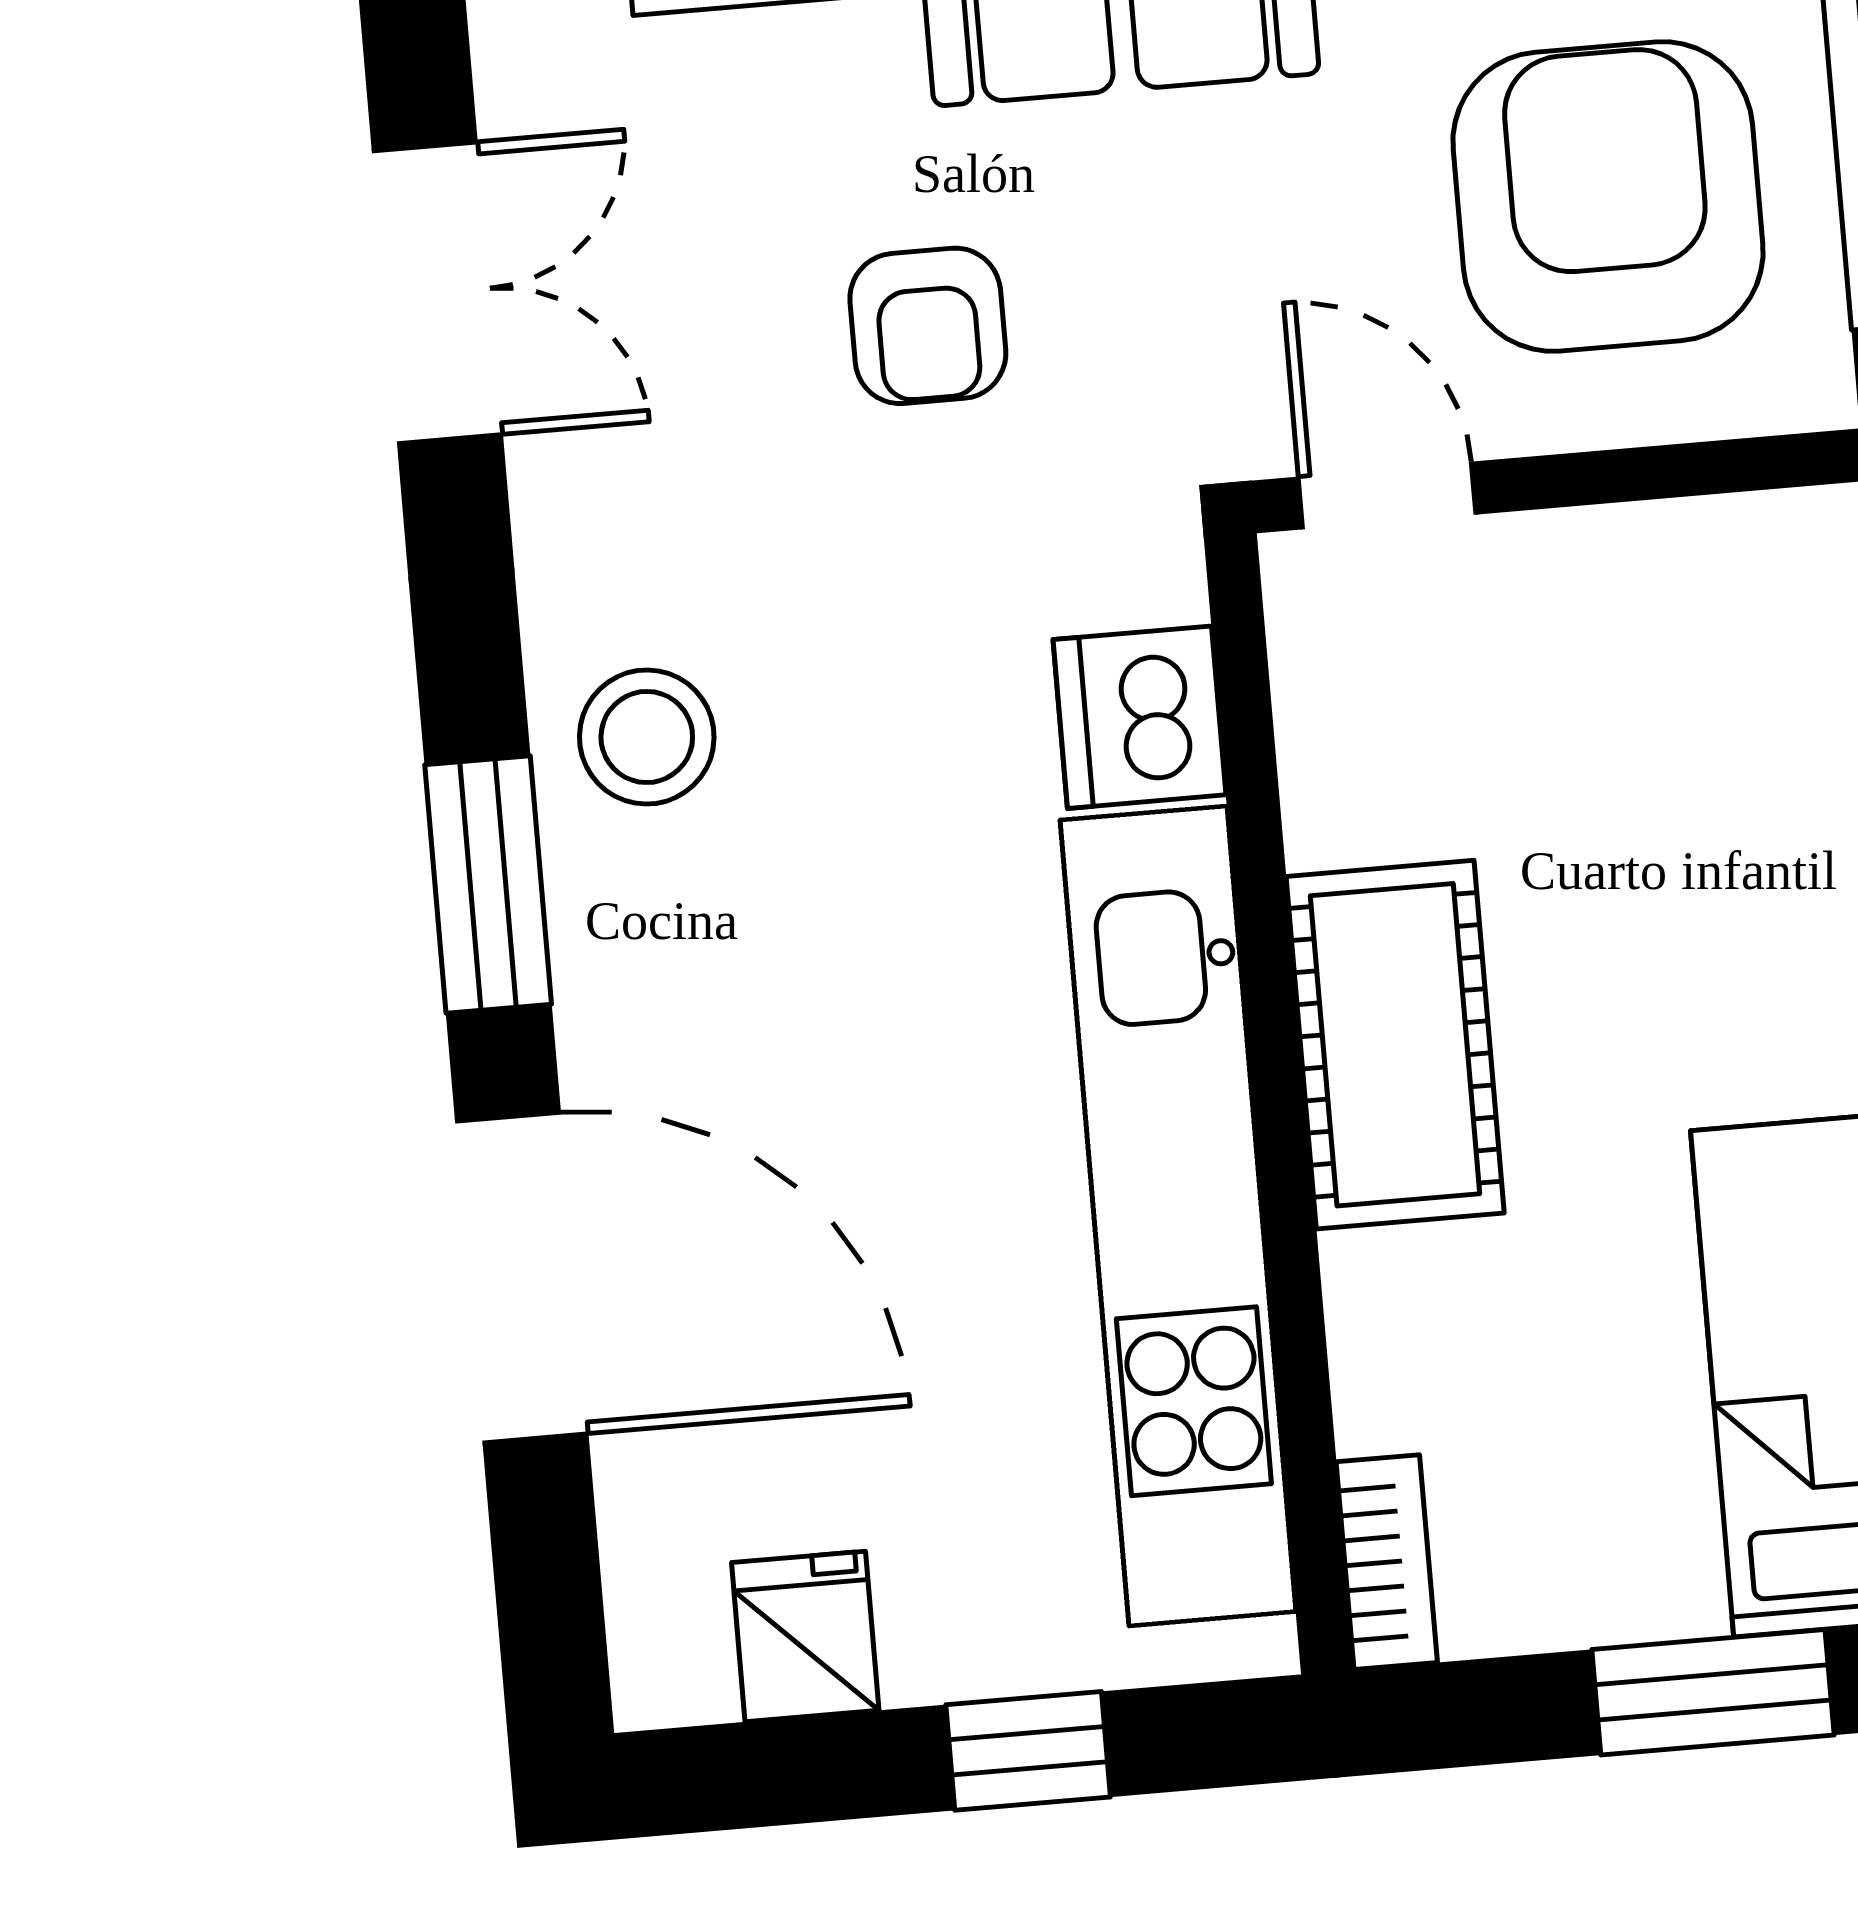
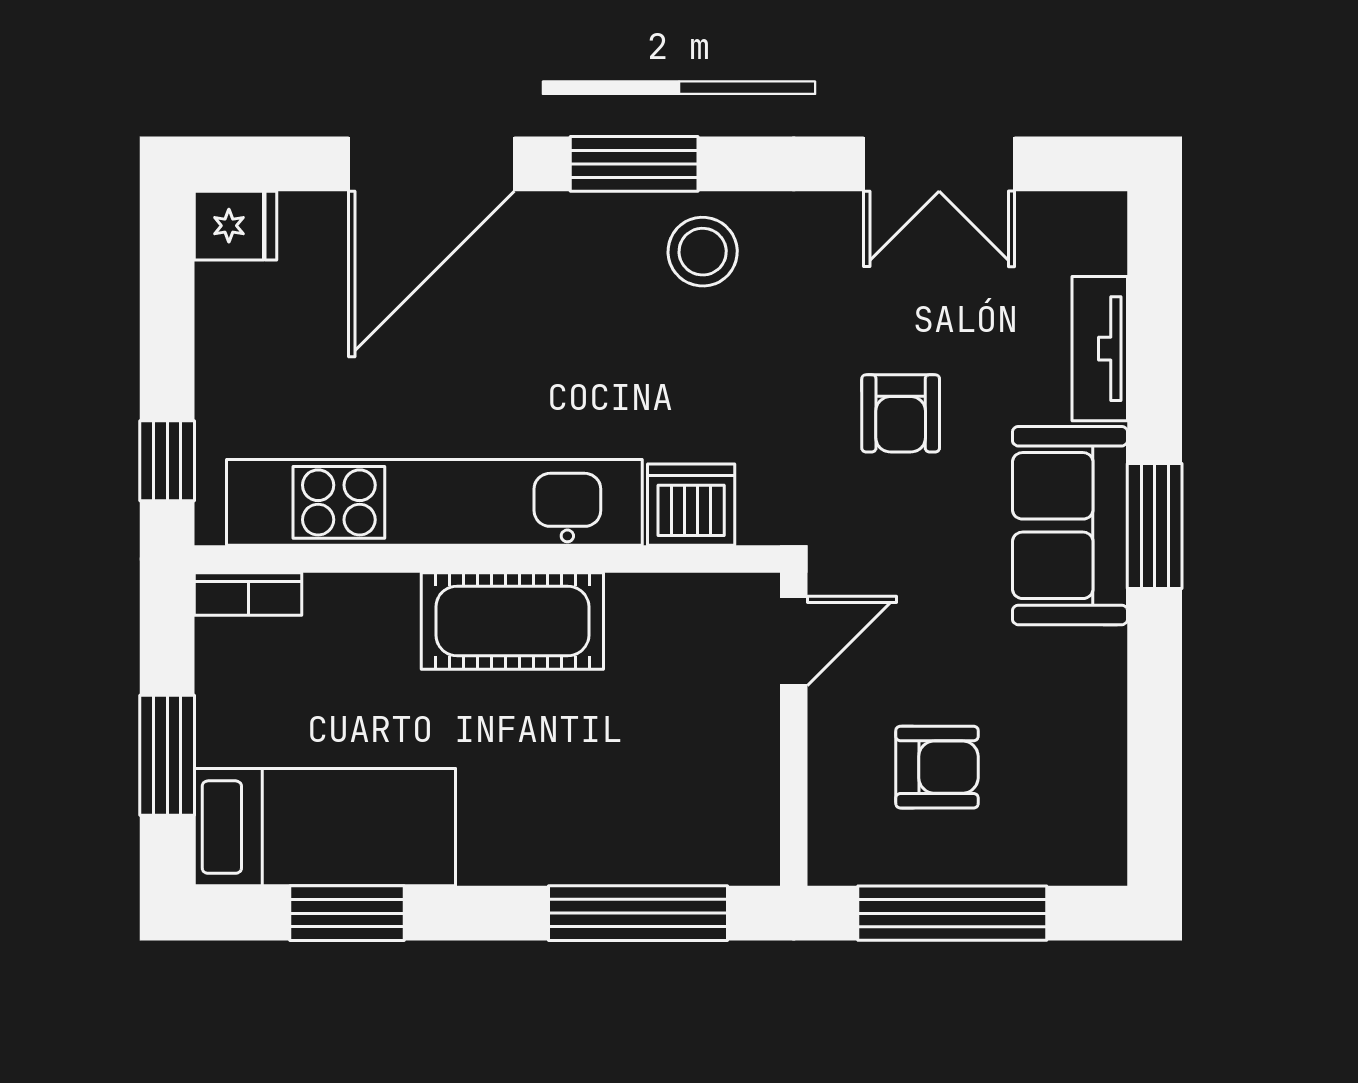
armchair: (1608, 197) -> (937, 767), width x0.53, depth x0.53
armchair: (928, 326) -> (901, 413), turned -90
fridge: (805, 1636) -> (236, 226), moved
window: (1028, 1751) -> (167, 461), moved

